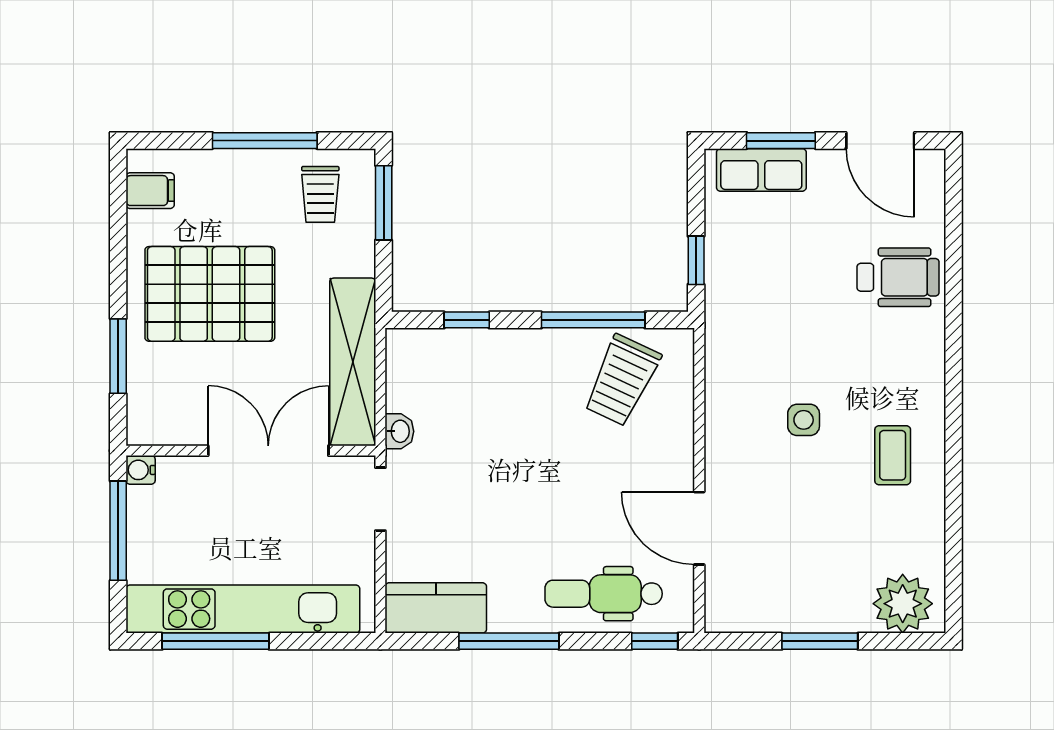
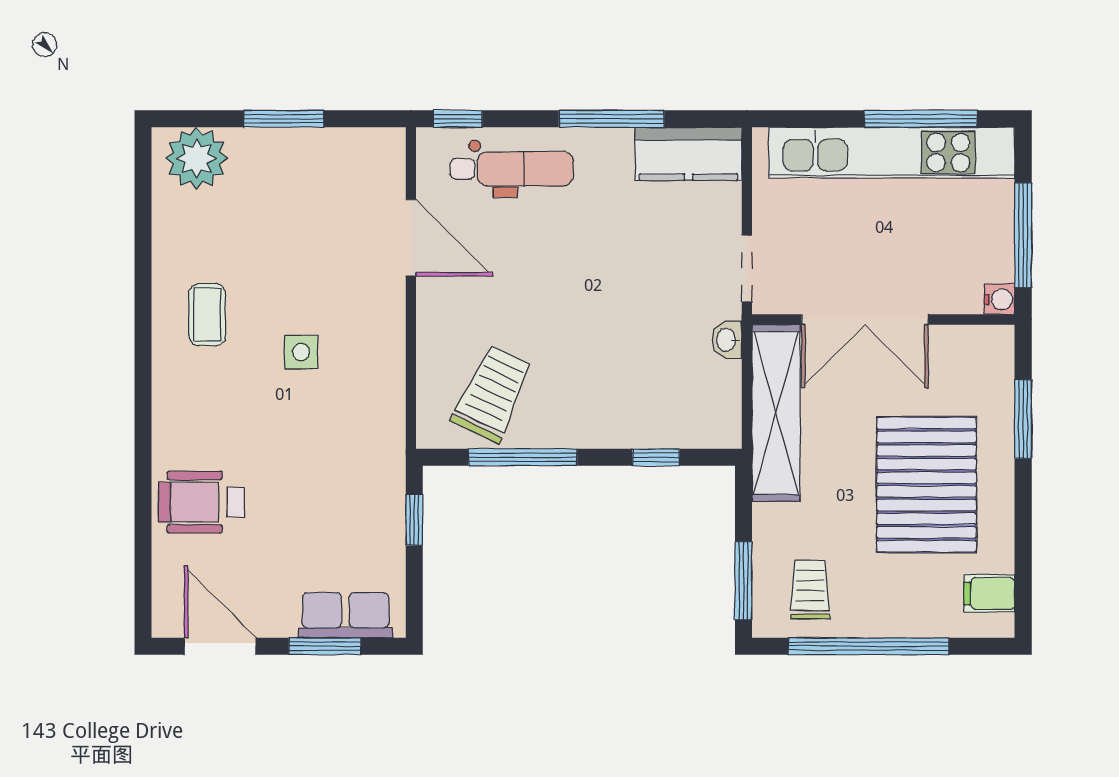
window: (265, 141) -> (869, 646), width x1.46
pallet: (210, 294) -> (927, 485), turned 90

